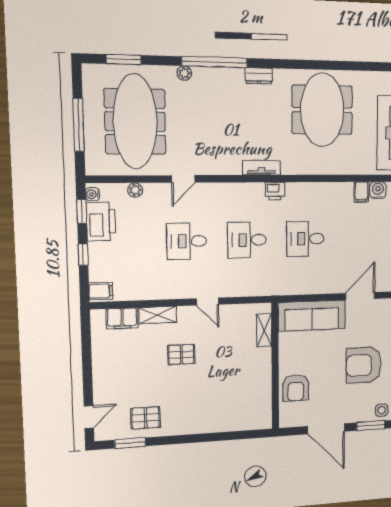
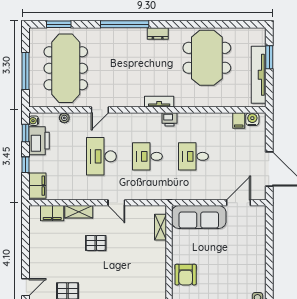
plant: (184, 73) -> (102, 33), removed
desk: (187, 241) -> (101, 156), width x1.37
filing cabinet: (101, 291) -> (37, 186), width x2.00
armchair: (364, 365) -> (242, 259), removed

